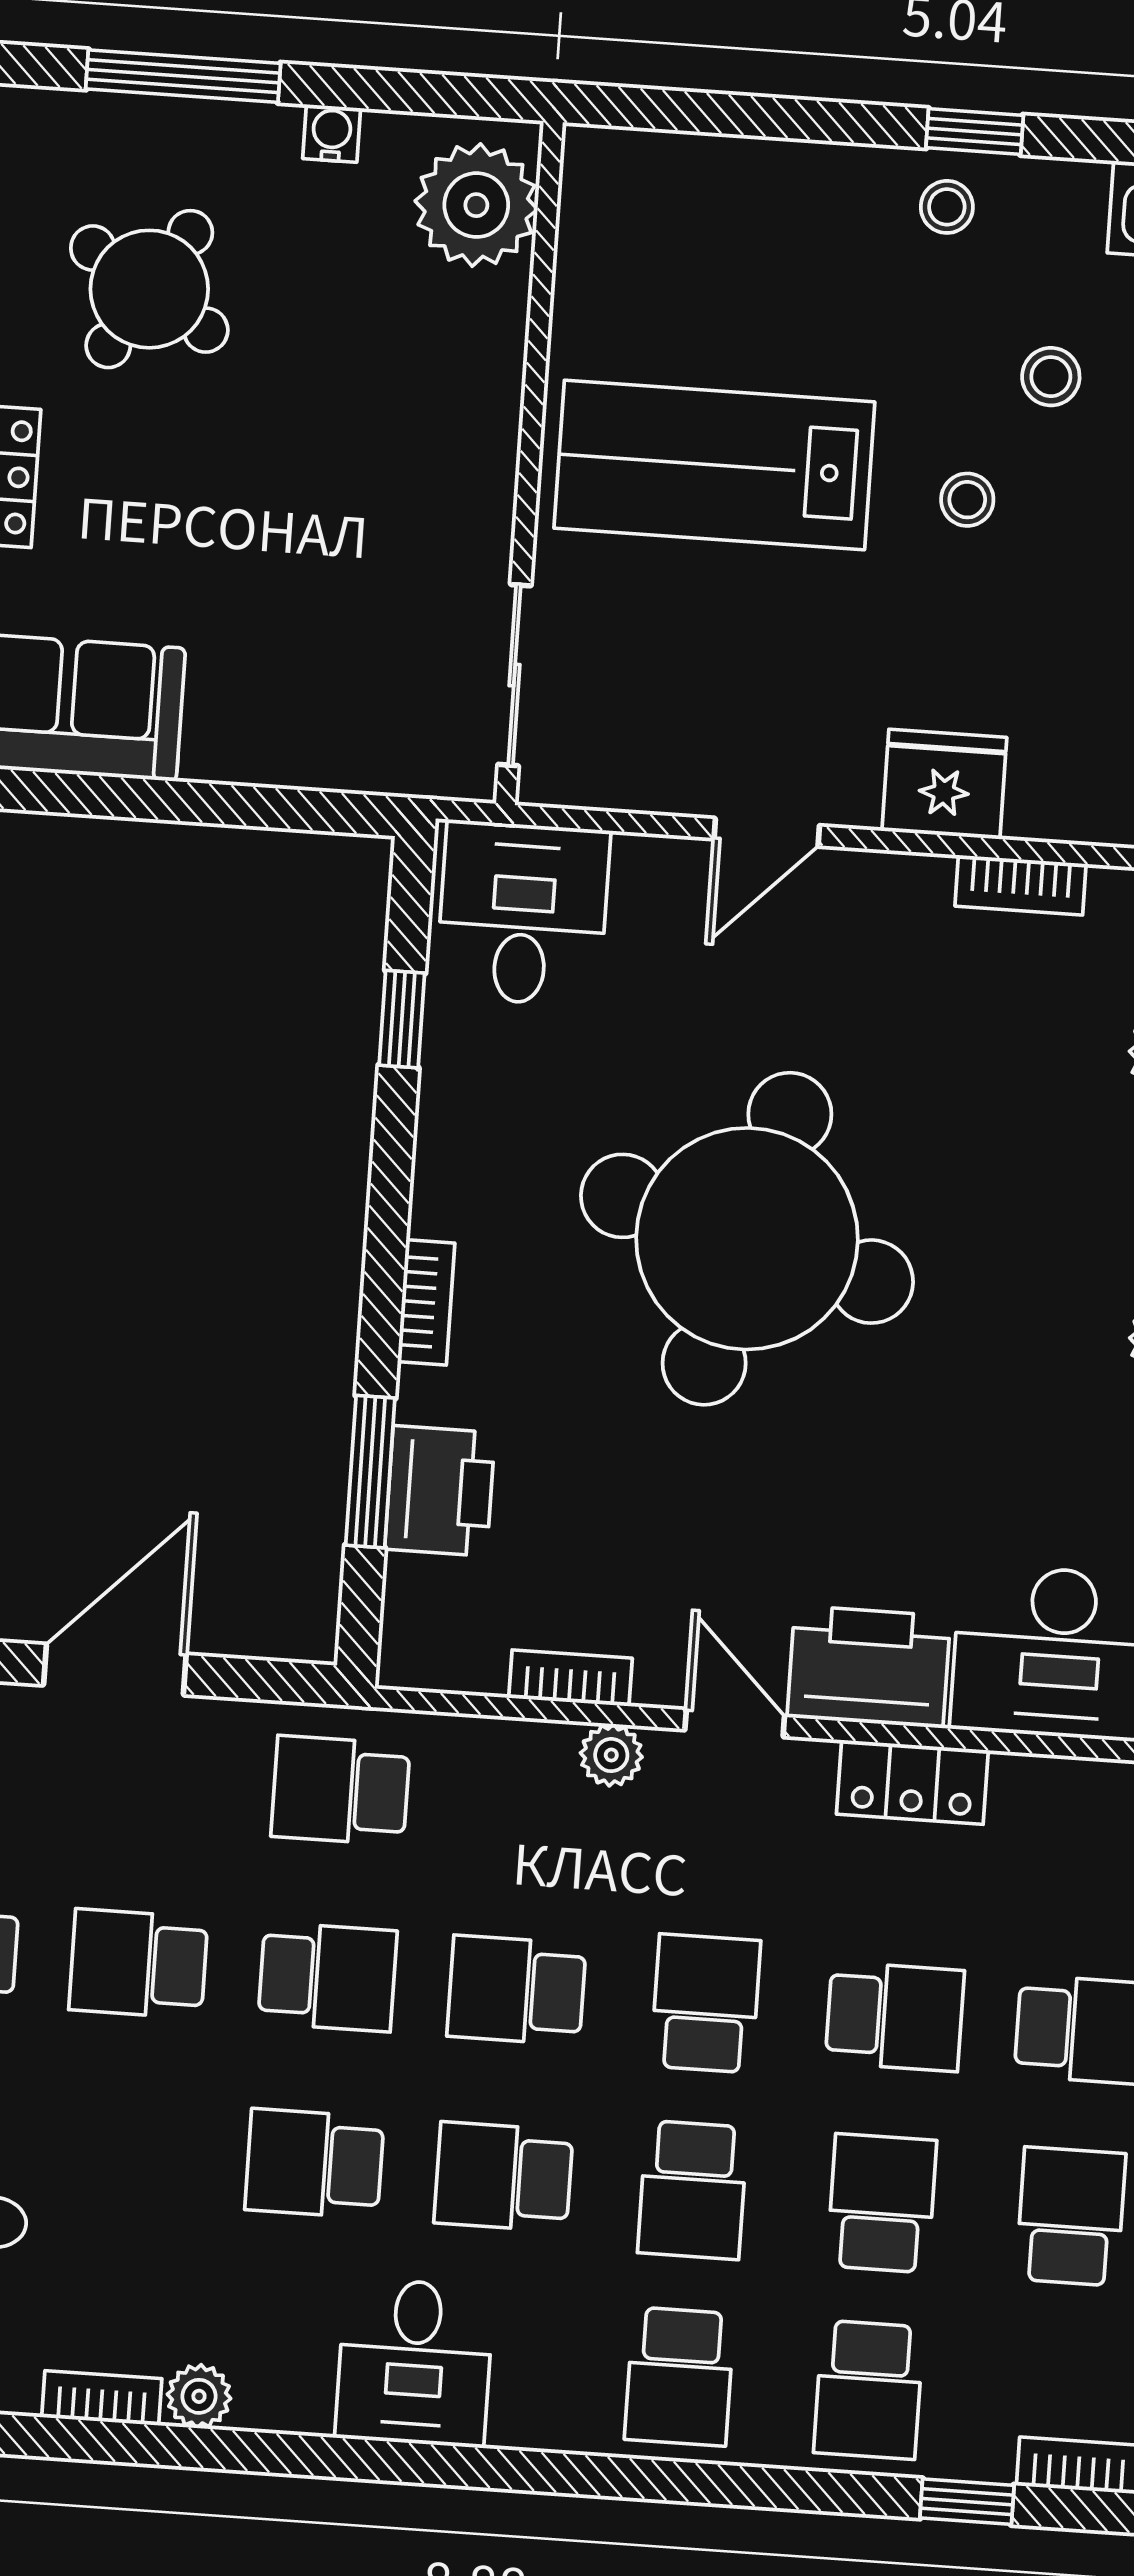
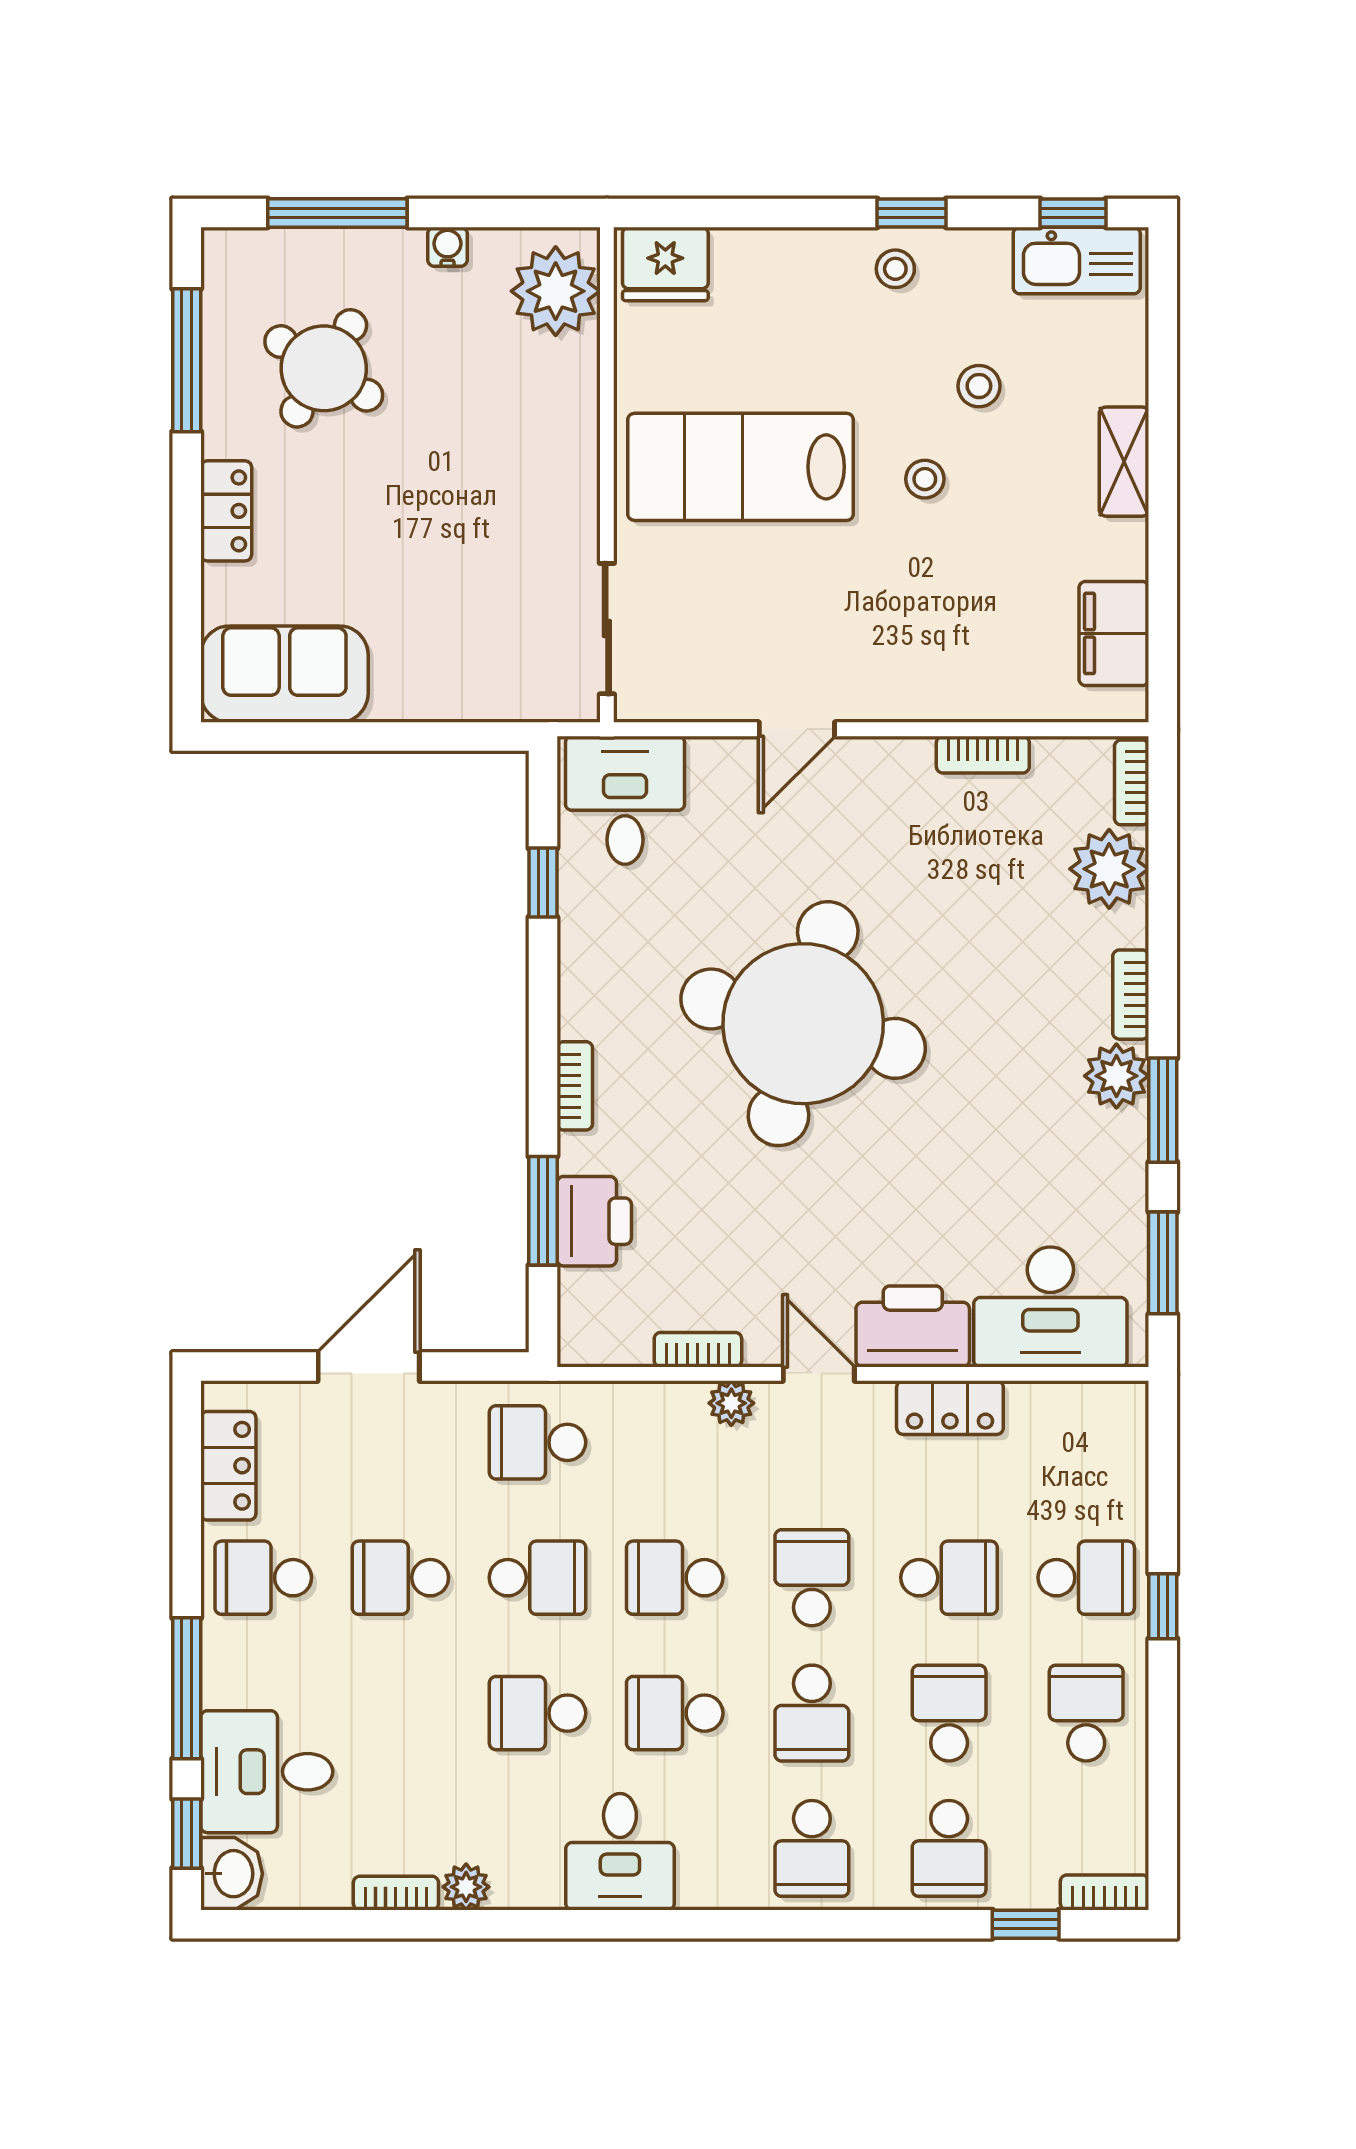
fridge: (944, 784) -> (665, 264), moved, turned 180

